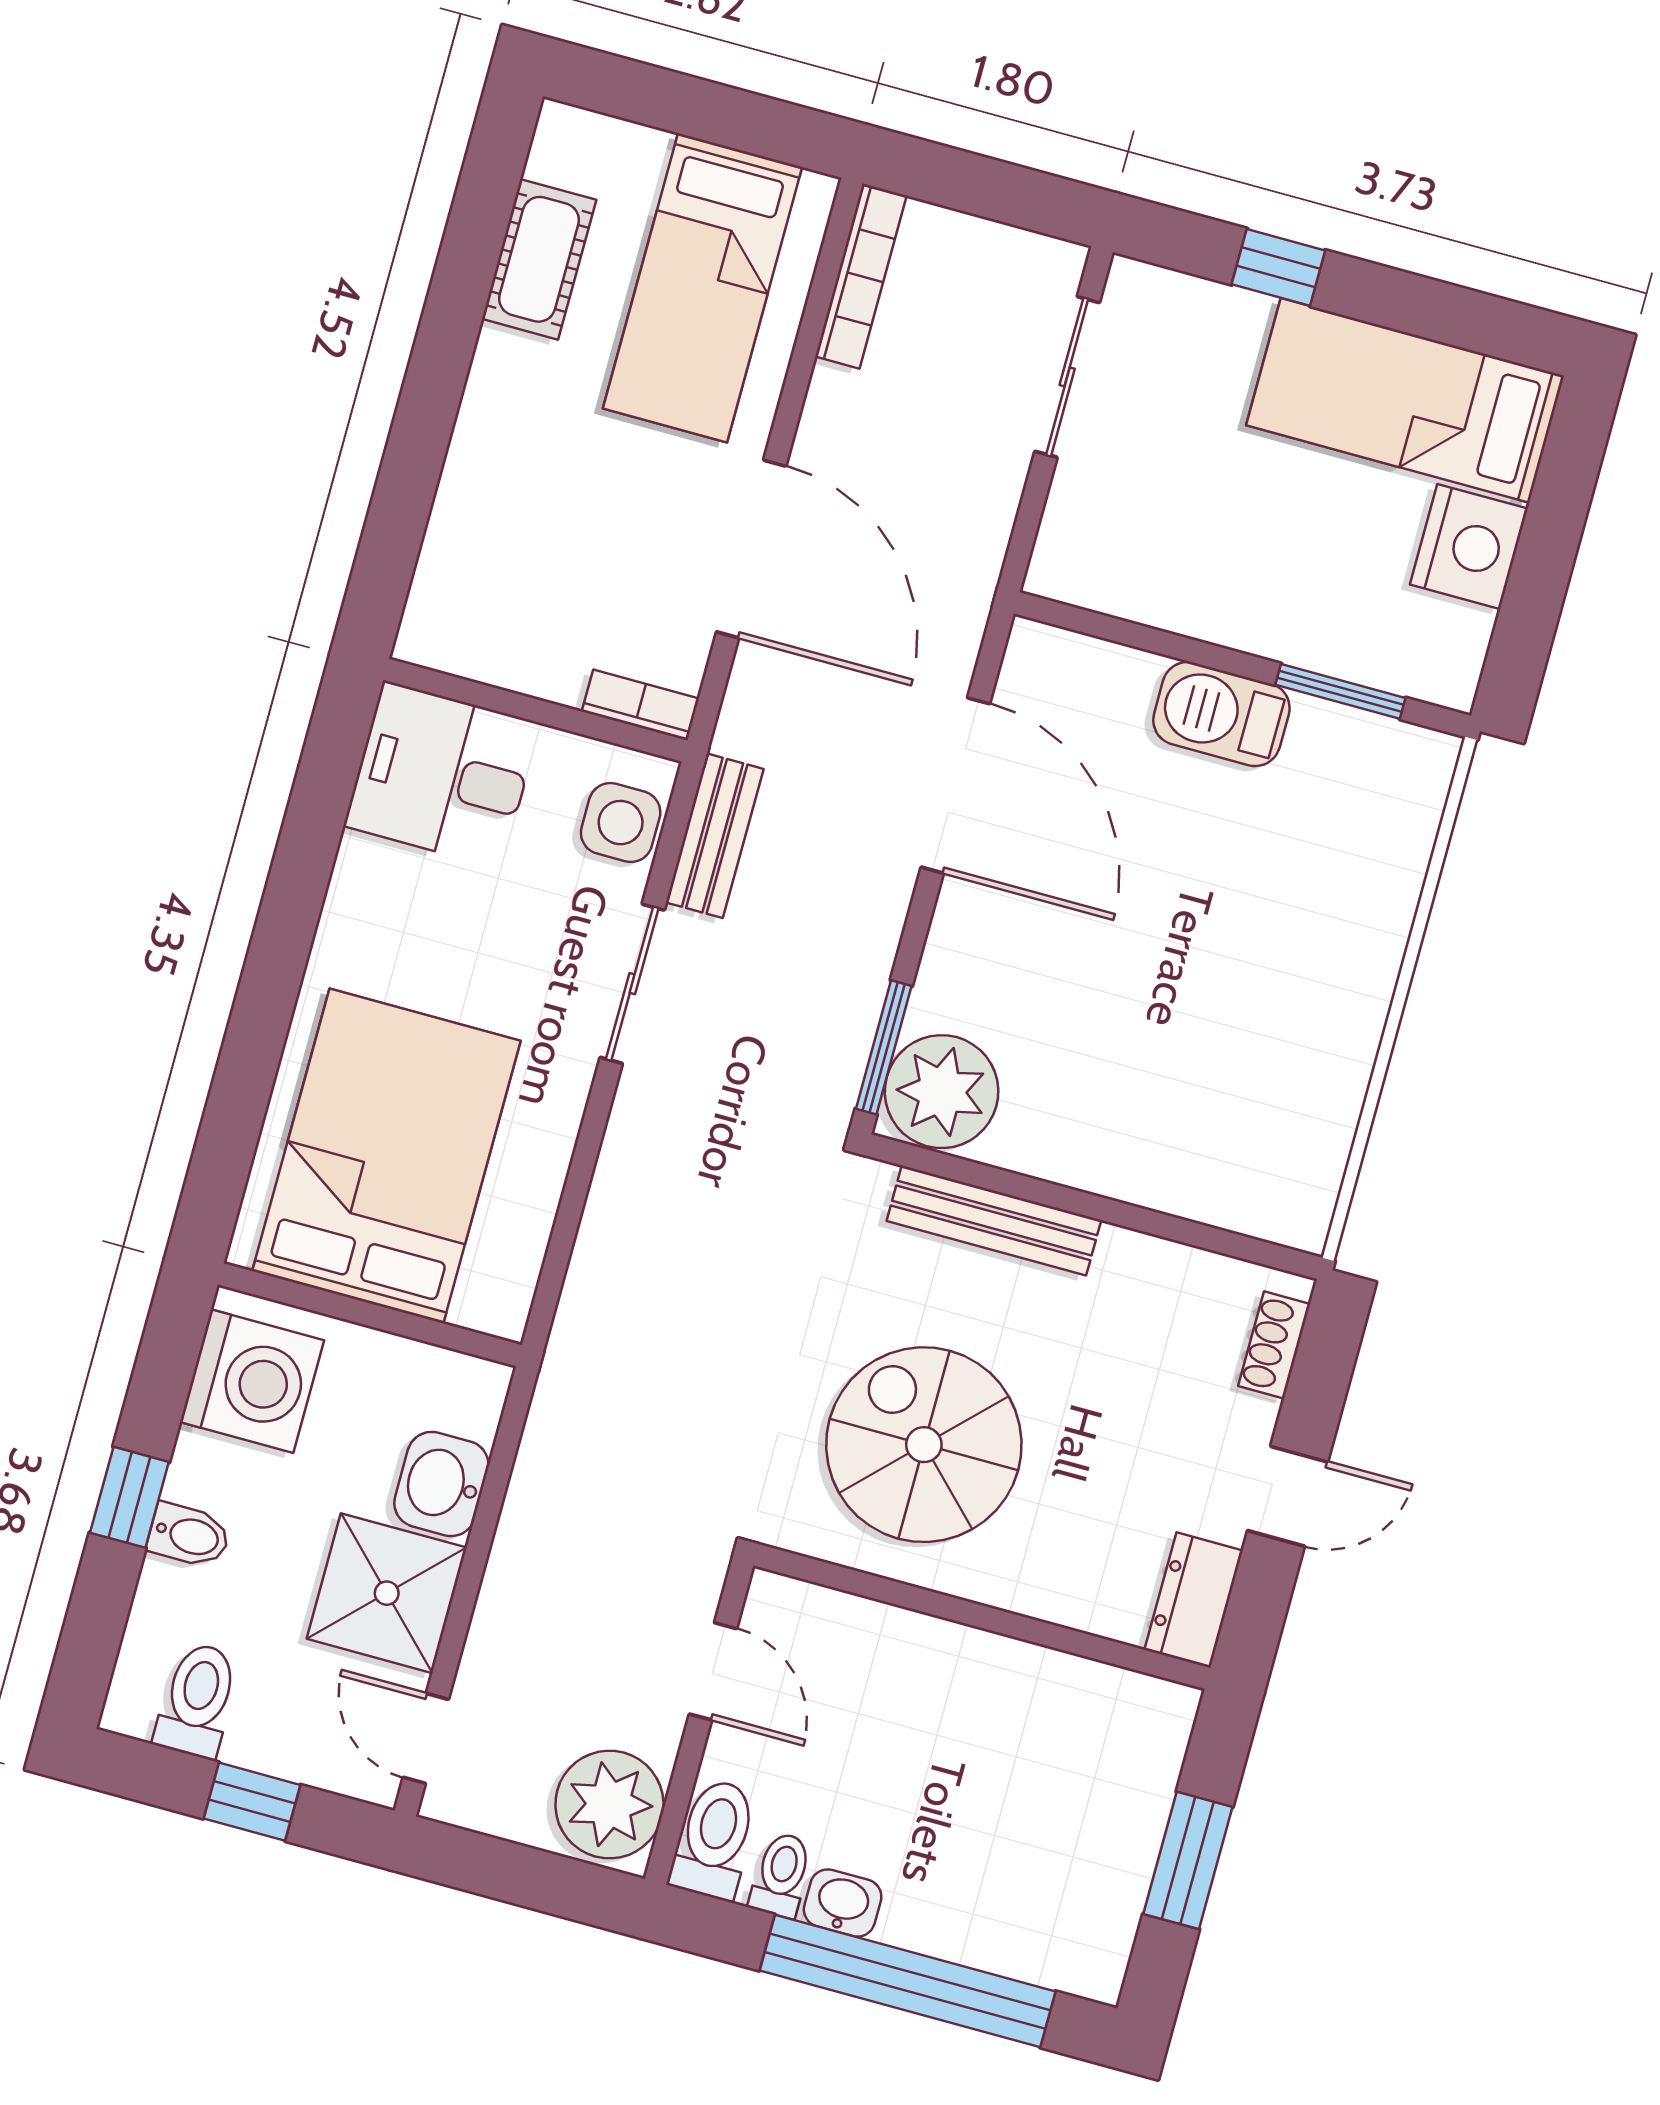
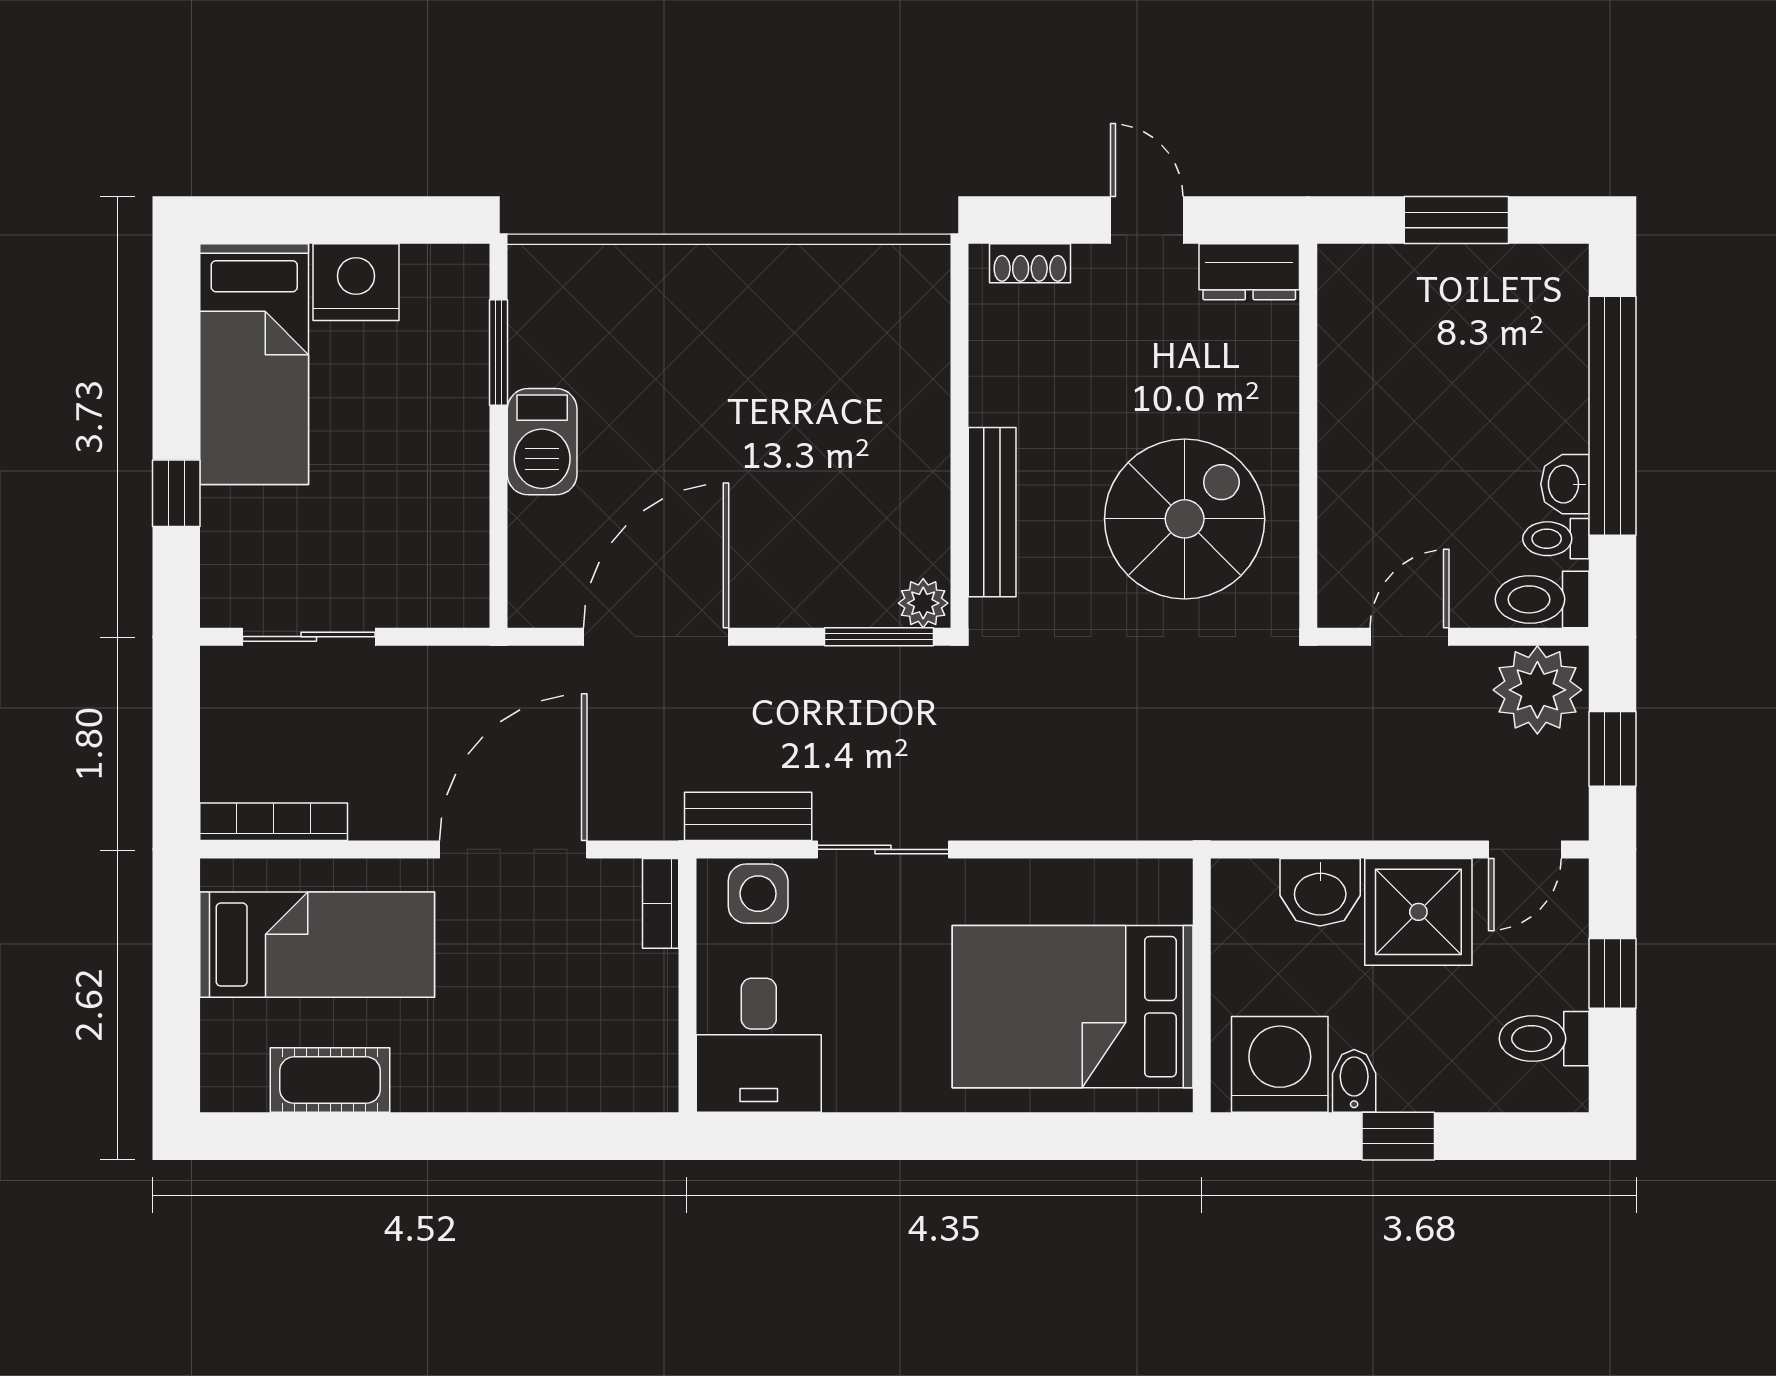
plant: (942, 1092) -> (923, 603), width x0.53, depth x0.53
spiral stairs: (924, 1445) -> (1185, 519), turned 180
bidet: (189, 1535) -> (1354, 1081), moved
window: (516, 1874) -> (1613, 749), added

